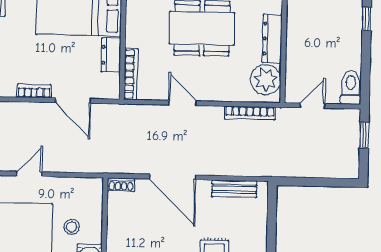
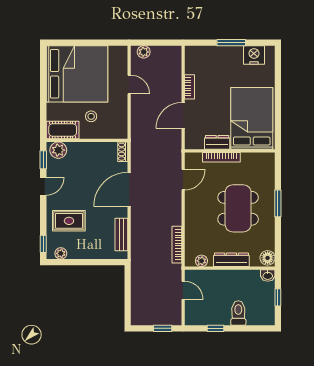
window: (367, 19) -> (215, 328), moved
bookcase: (131, 74) -> (221, 157), moved
plant: (266, 80) -> (201, 261), width x0.53, depth x0.53
toilet: (351, 87) -> (238, 313), moved, turned -90
door: (182, 103) -> (183, 180), moved

